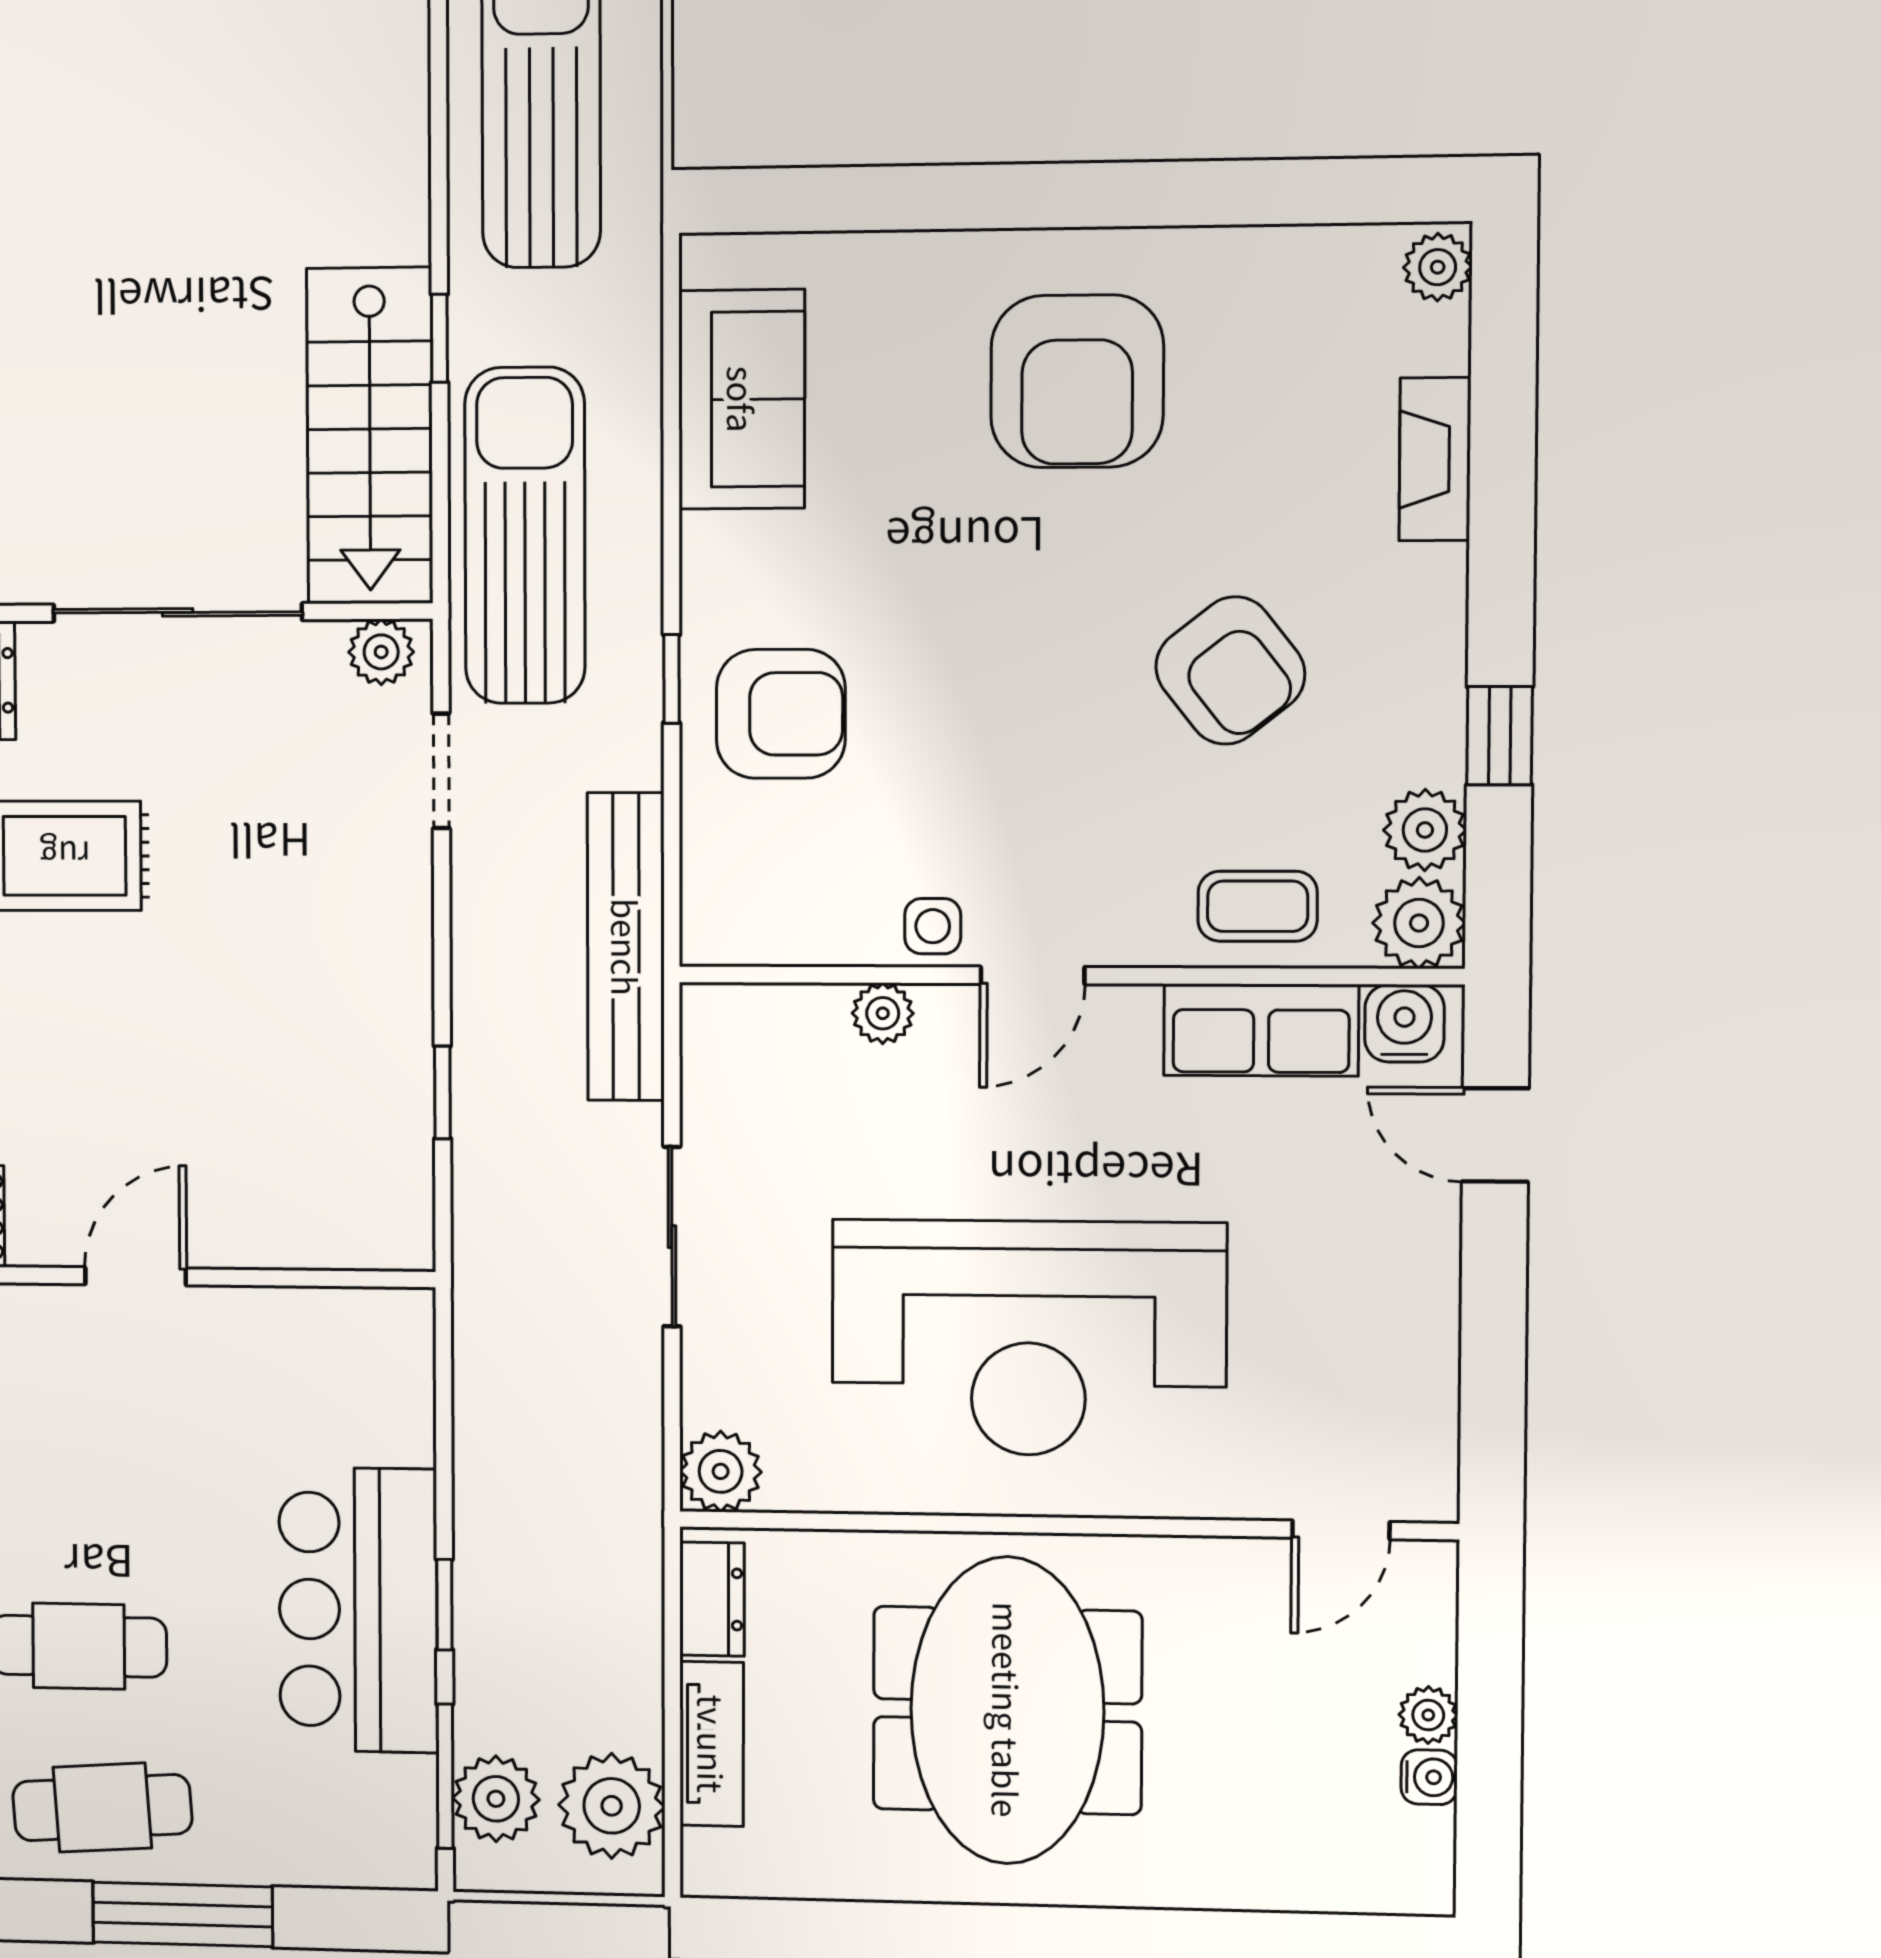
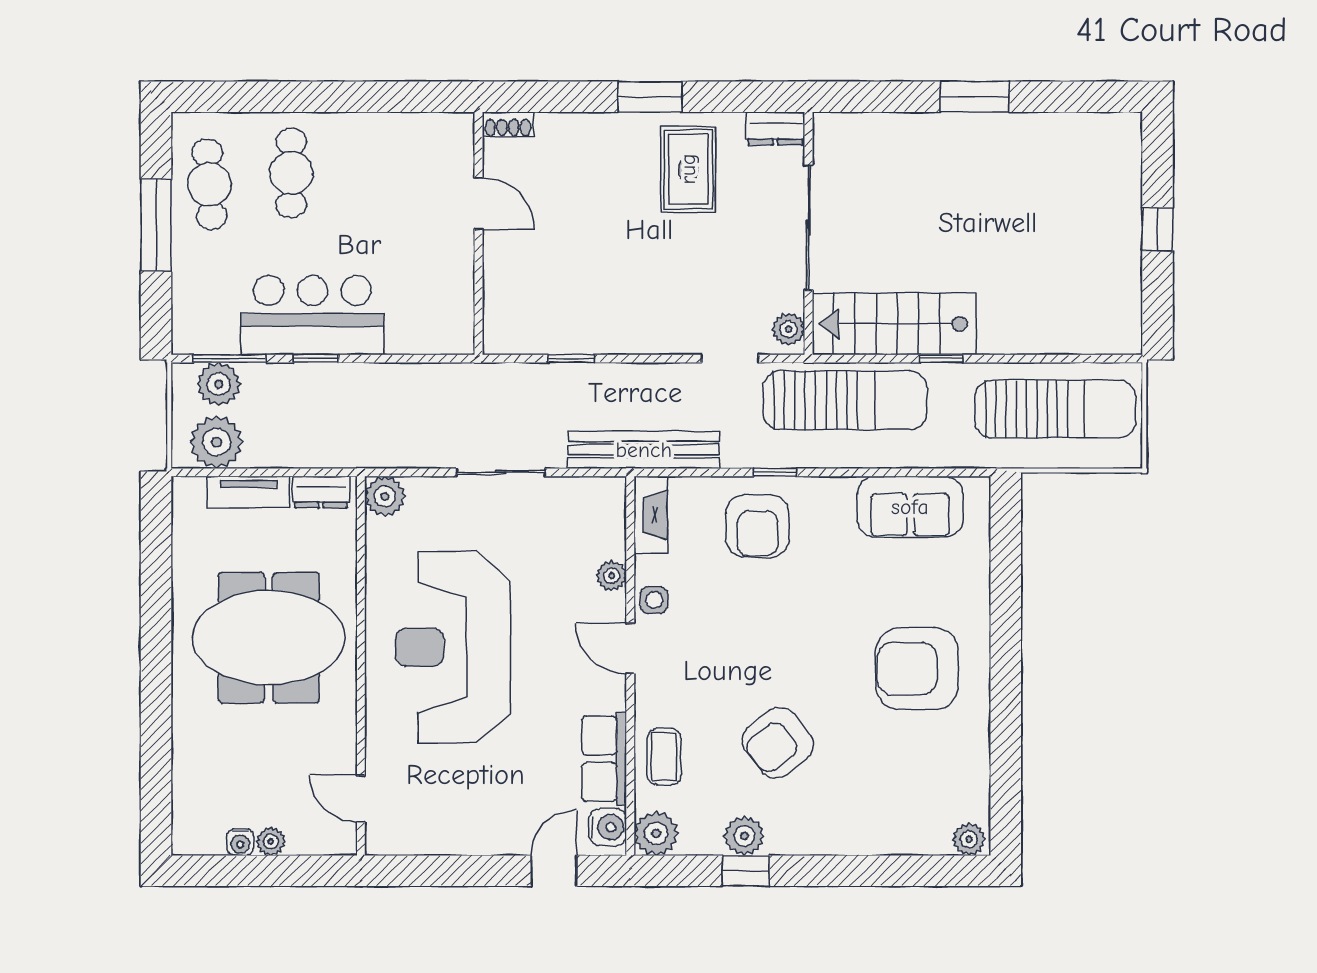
fireplace: (1435, 459) -> (651, 515), moved, turned 90
plant: (1425, 830) -> (744, 836), moved

